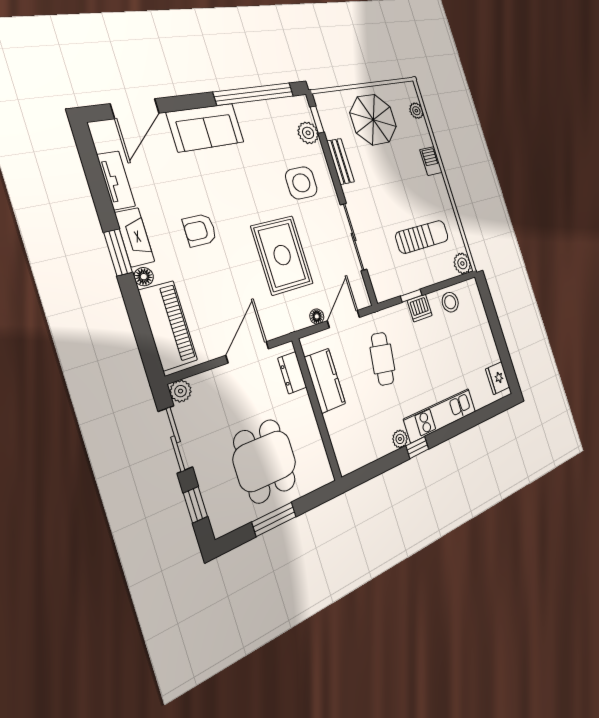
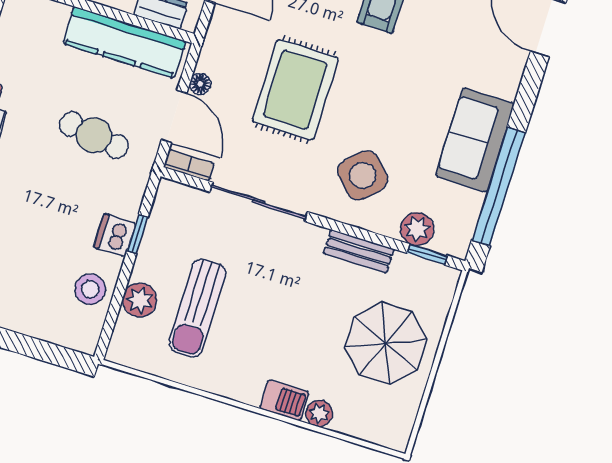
plant: (416, 111) -> (319, 413), moved
sofa: (206, 127) -> (475, 140), moved
side table: (301, 183) -> (363, 175), turned 45
rug: (282, 255) -> (295, 90), turned 90
plant: (462, 263) -> (140, 300), moved
bookcase: (362, 291) -> (189, 165), added
kitchen counter: (325, 381) -> (124, 42), width x1.50

